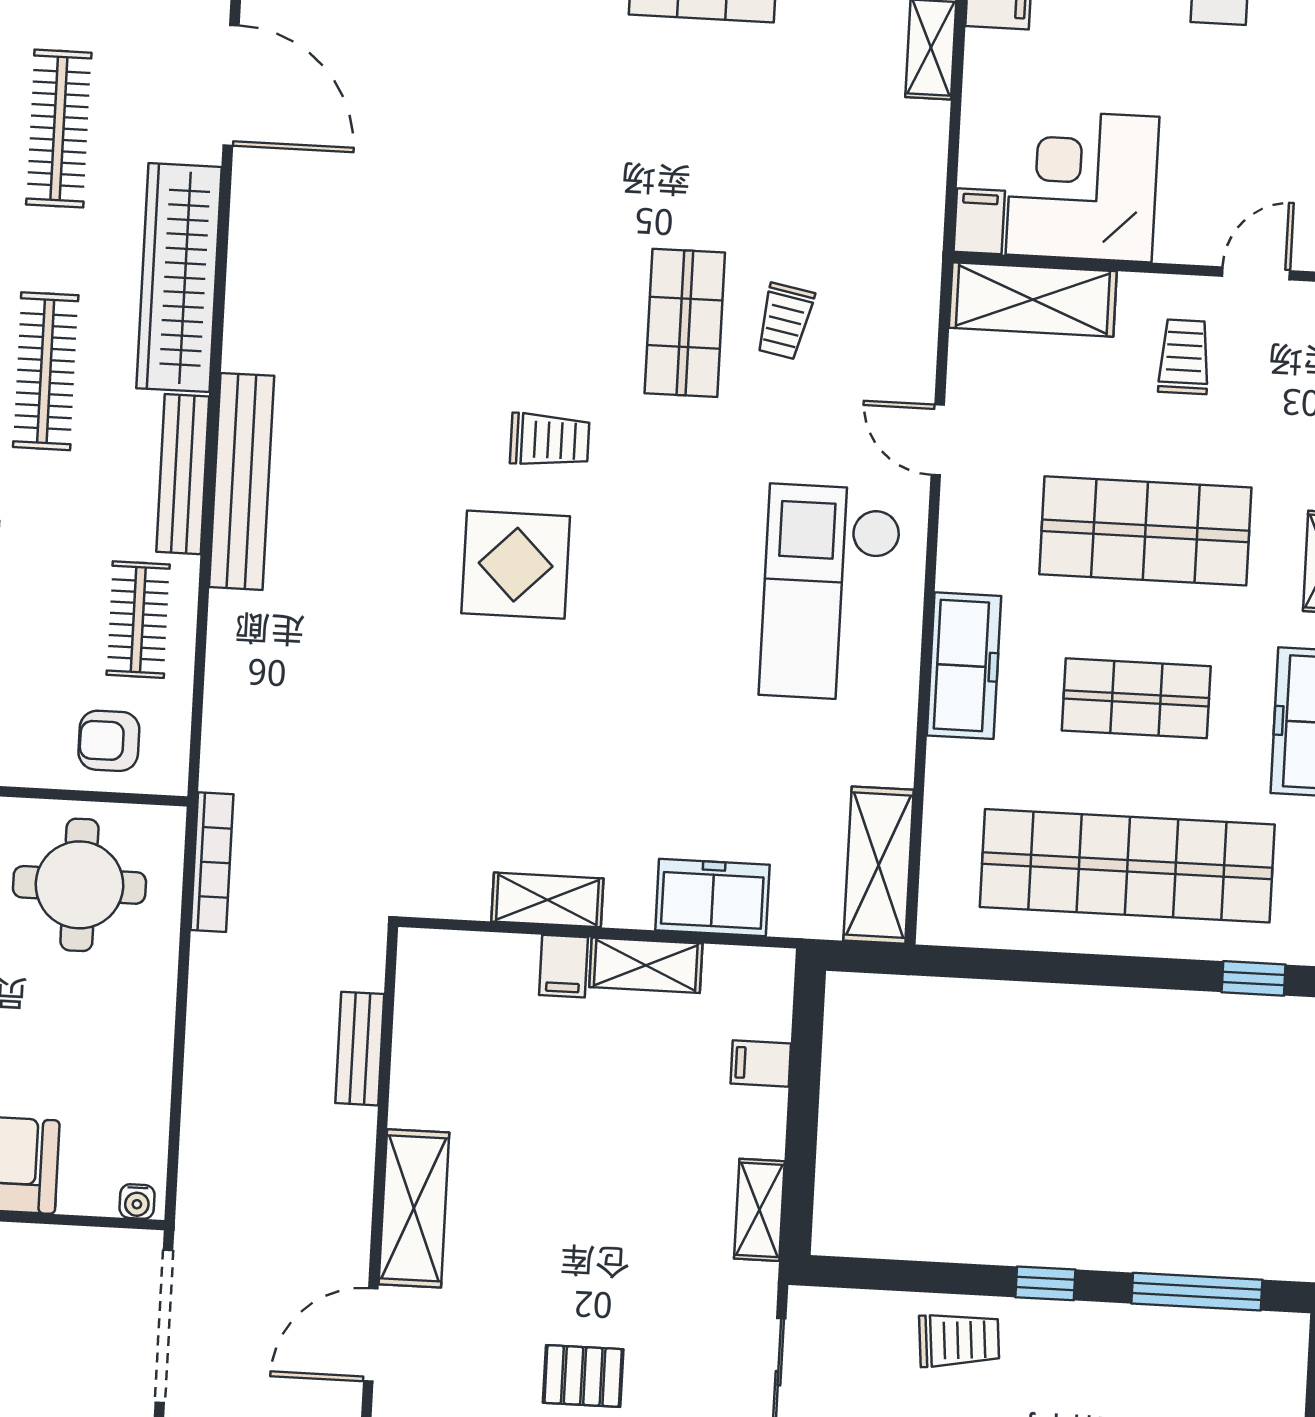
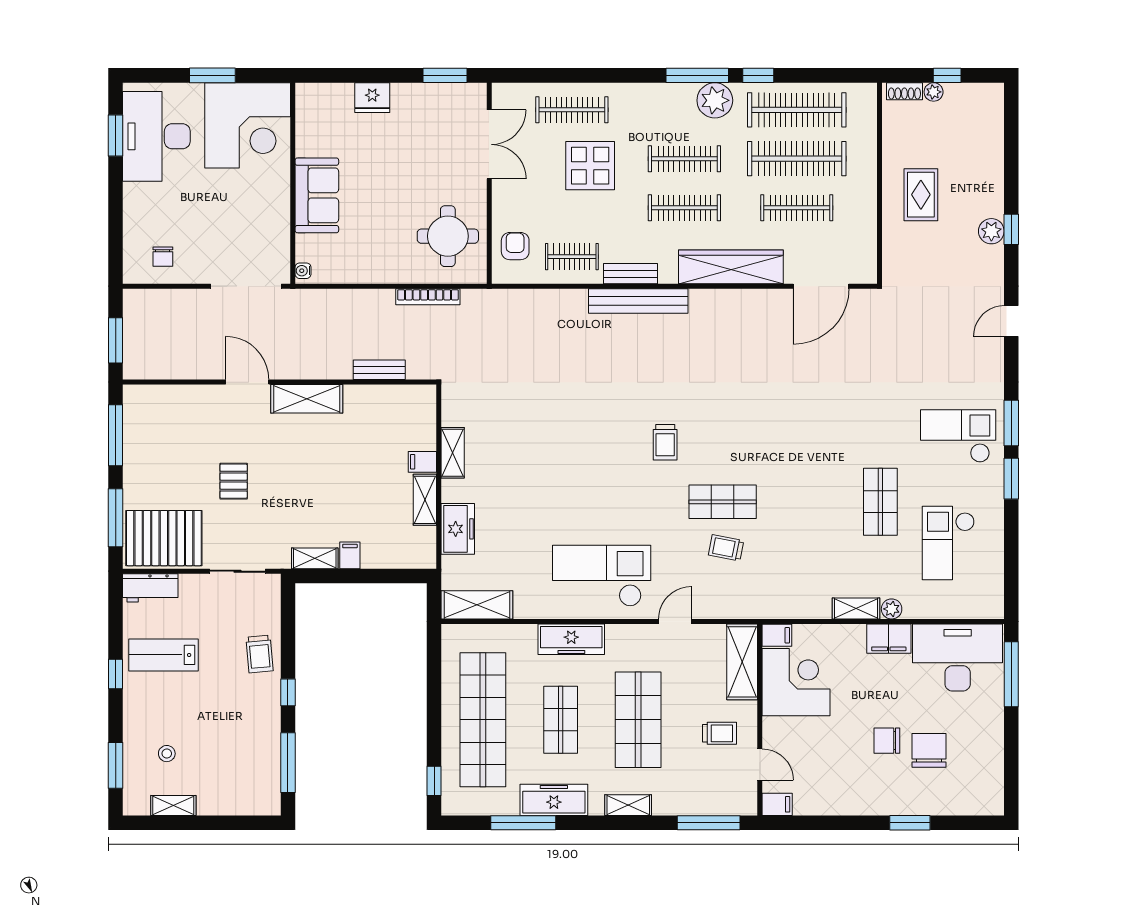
bench: (183, 474) -> (630, 274), width x0.73
display table: (516, 565) -> (607, 430), removed
bookcase: (212, 862) -> (428, 297), moved
filing cabinet: (761, 1063) -> (350, 555), moved

